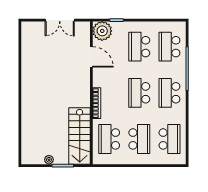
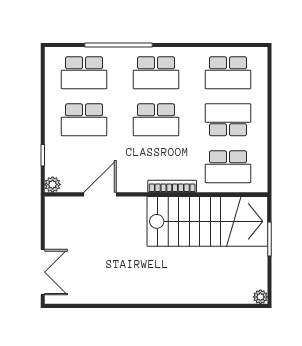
double door: (60, 20) -> (43, 272), moved
plant: (102, 31) -> (53, 184), width x0.53, depth x0.53
stairs: (80, 136) -> (207, 221), width x1.36, depth x1.51
school desk: (169, 139) -> (228, 73), turned 180
plant: (49, 160) -> (260, 297), moved

